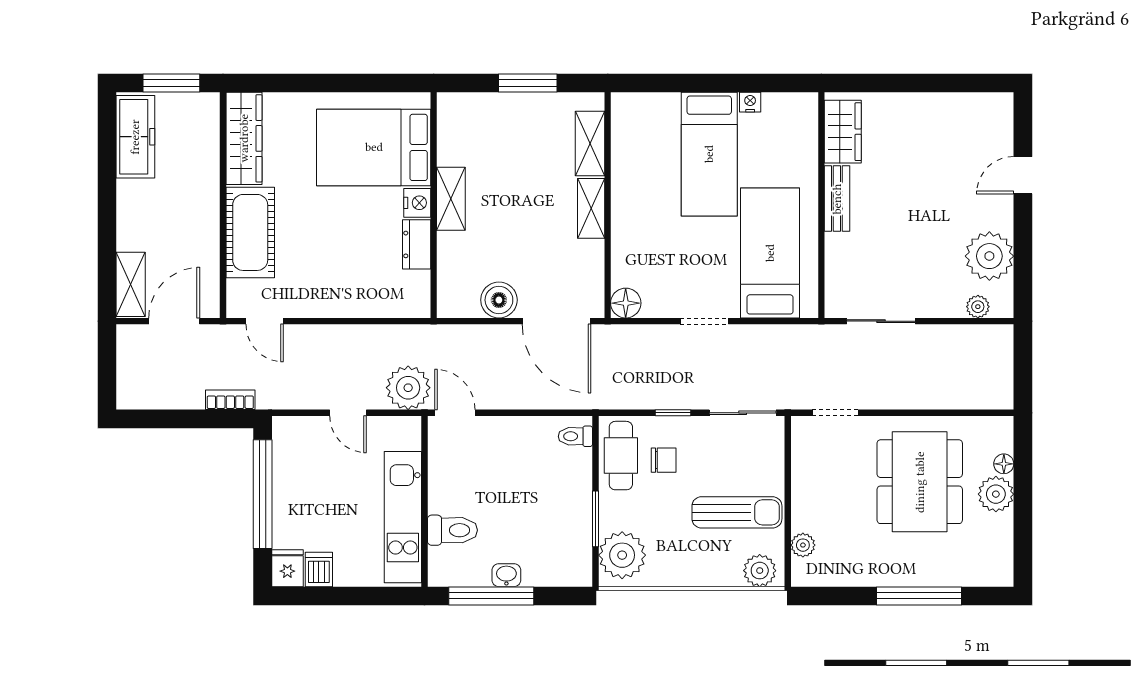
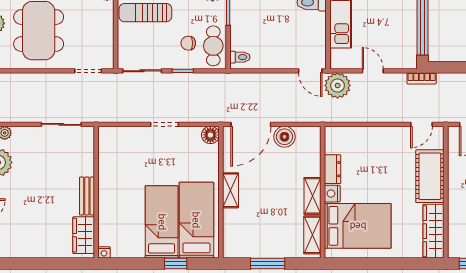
window: (685, 83) -> (176, 264), added
nightstand: (750, 102) -> (104, 252), moved
shelving: (590, 143) -> (312, 235), moved
bed: (770, 253) -> (196, 220), moved, turned 180
door: (265, 321) -> (421, 124), swing flipped
door: (556, 321) -> (251, 124), swing flipped
bookcase: (230, 400) -> (422, 78), moved

